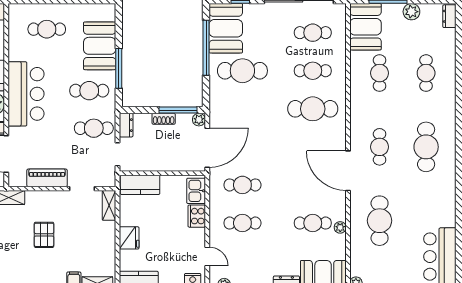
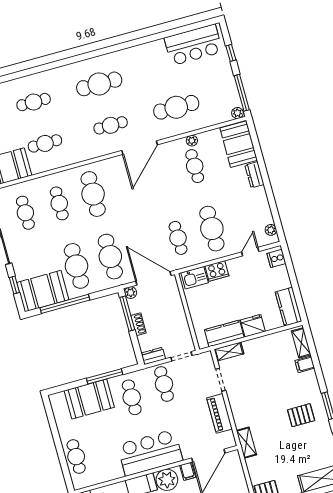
cafe table: (47, 29) -> (76, 457), moved
cafe table: (242, 109) -> (110, 257), added
kitchen counter: (140, 185) -> (224, 333), moved, turned -90
cafe table: (242, 223) -> (212, 229), width x1.37, depth x1.35
pallet: (44, 235) -> (301, 415), moved

